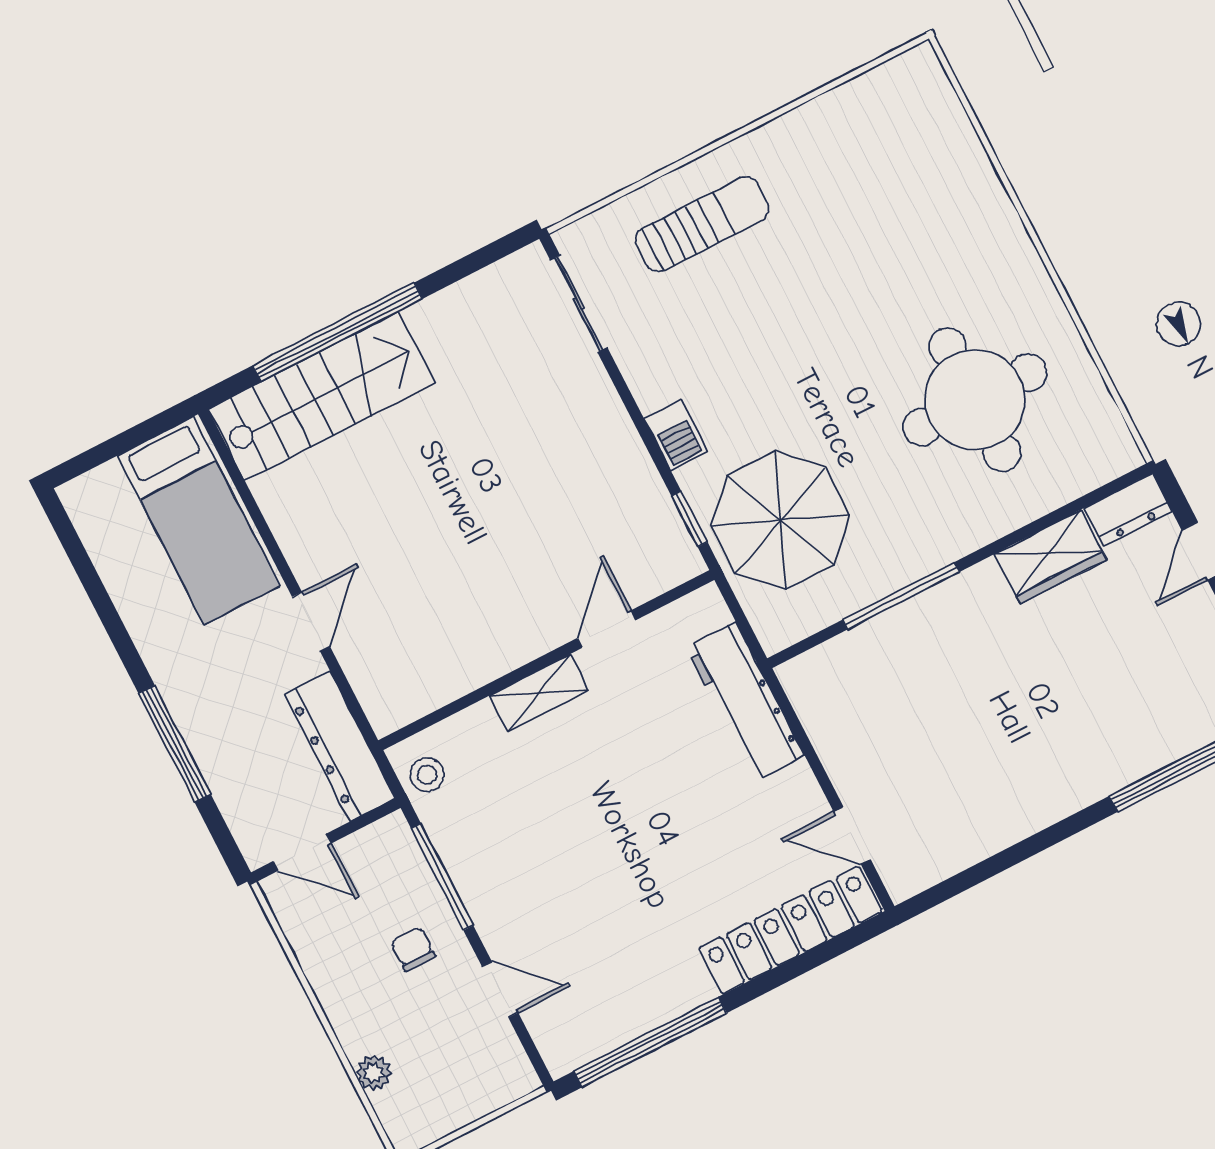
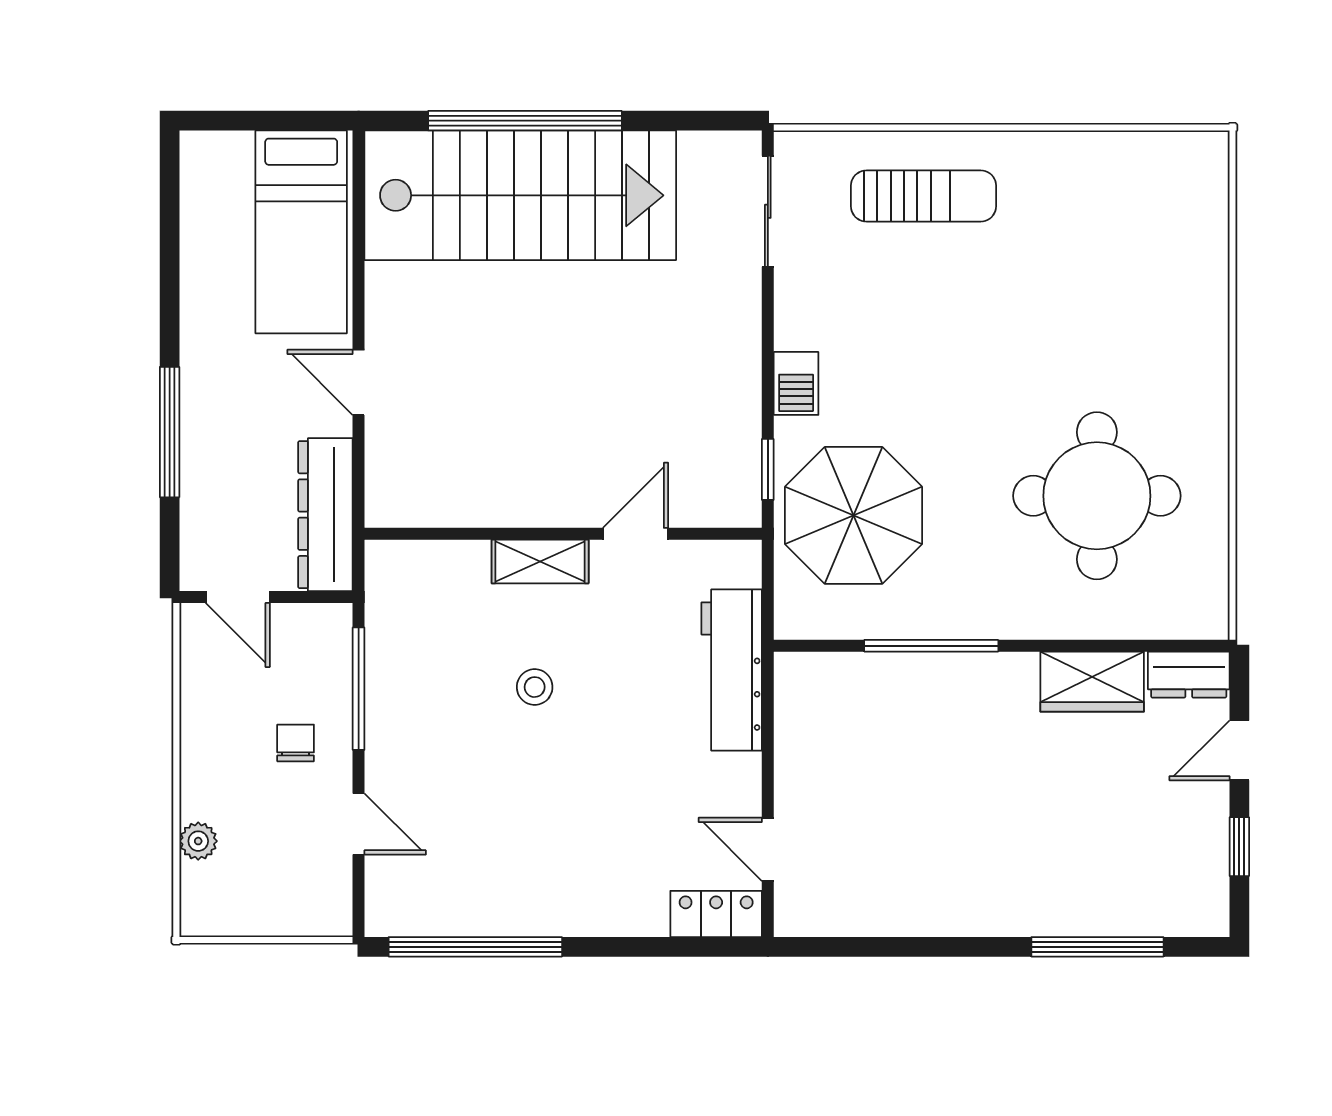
stairs: (322, 396) -> (520, 195), width x1.36, depth x1.51
door: (311, 622) -> (359, 382), swing flipped
stool: (427, 775) -> (535, 687), moved
locker: (790, 930) -> (716, 914), width x0.46, depth x0.83

